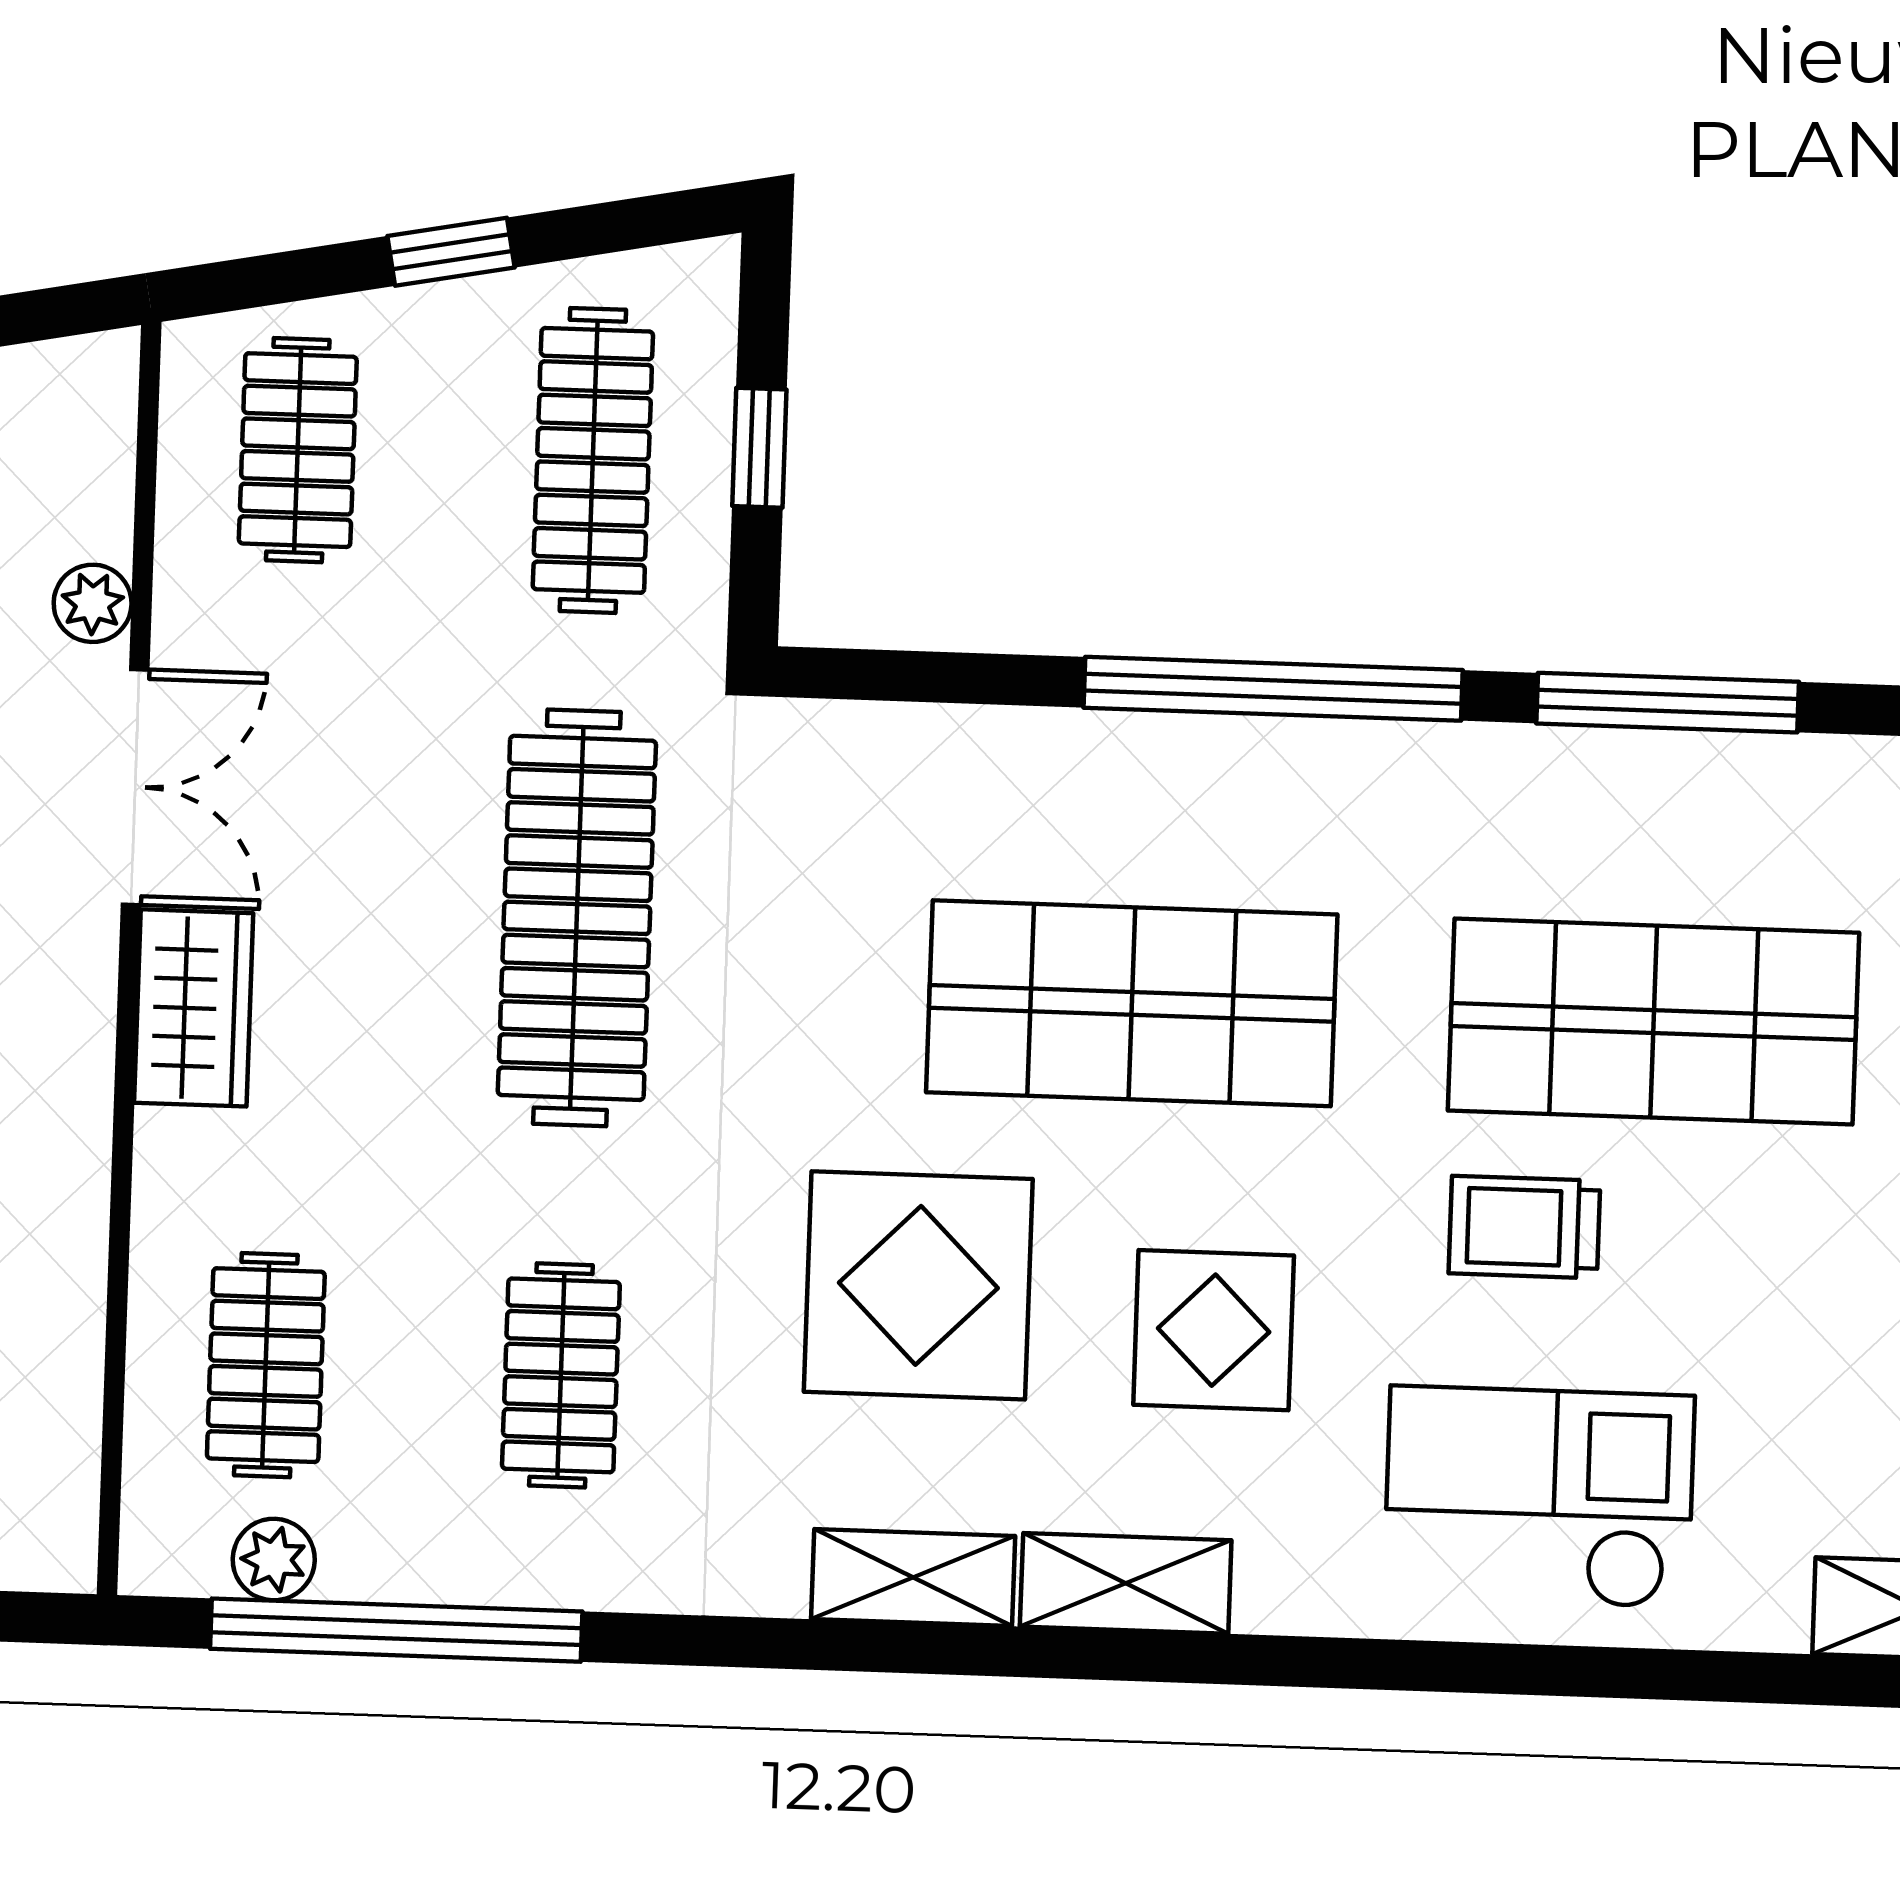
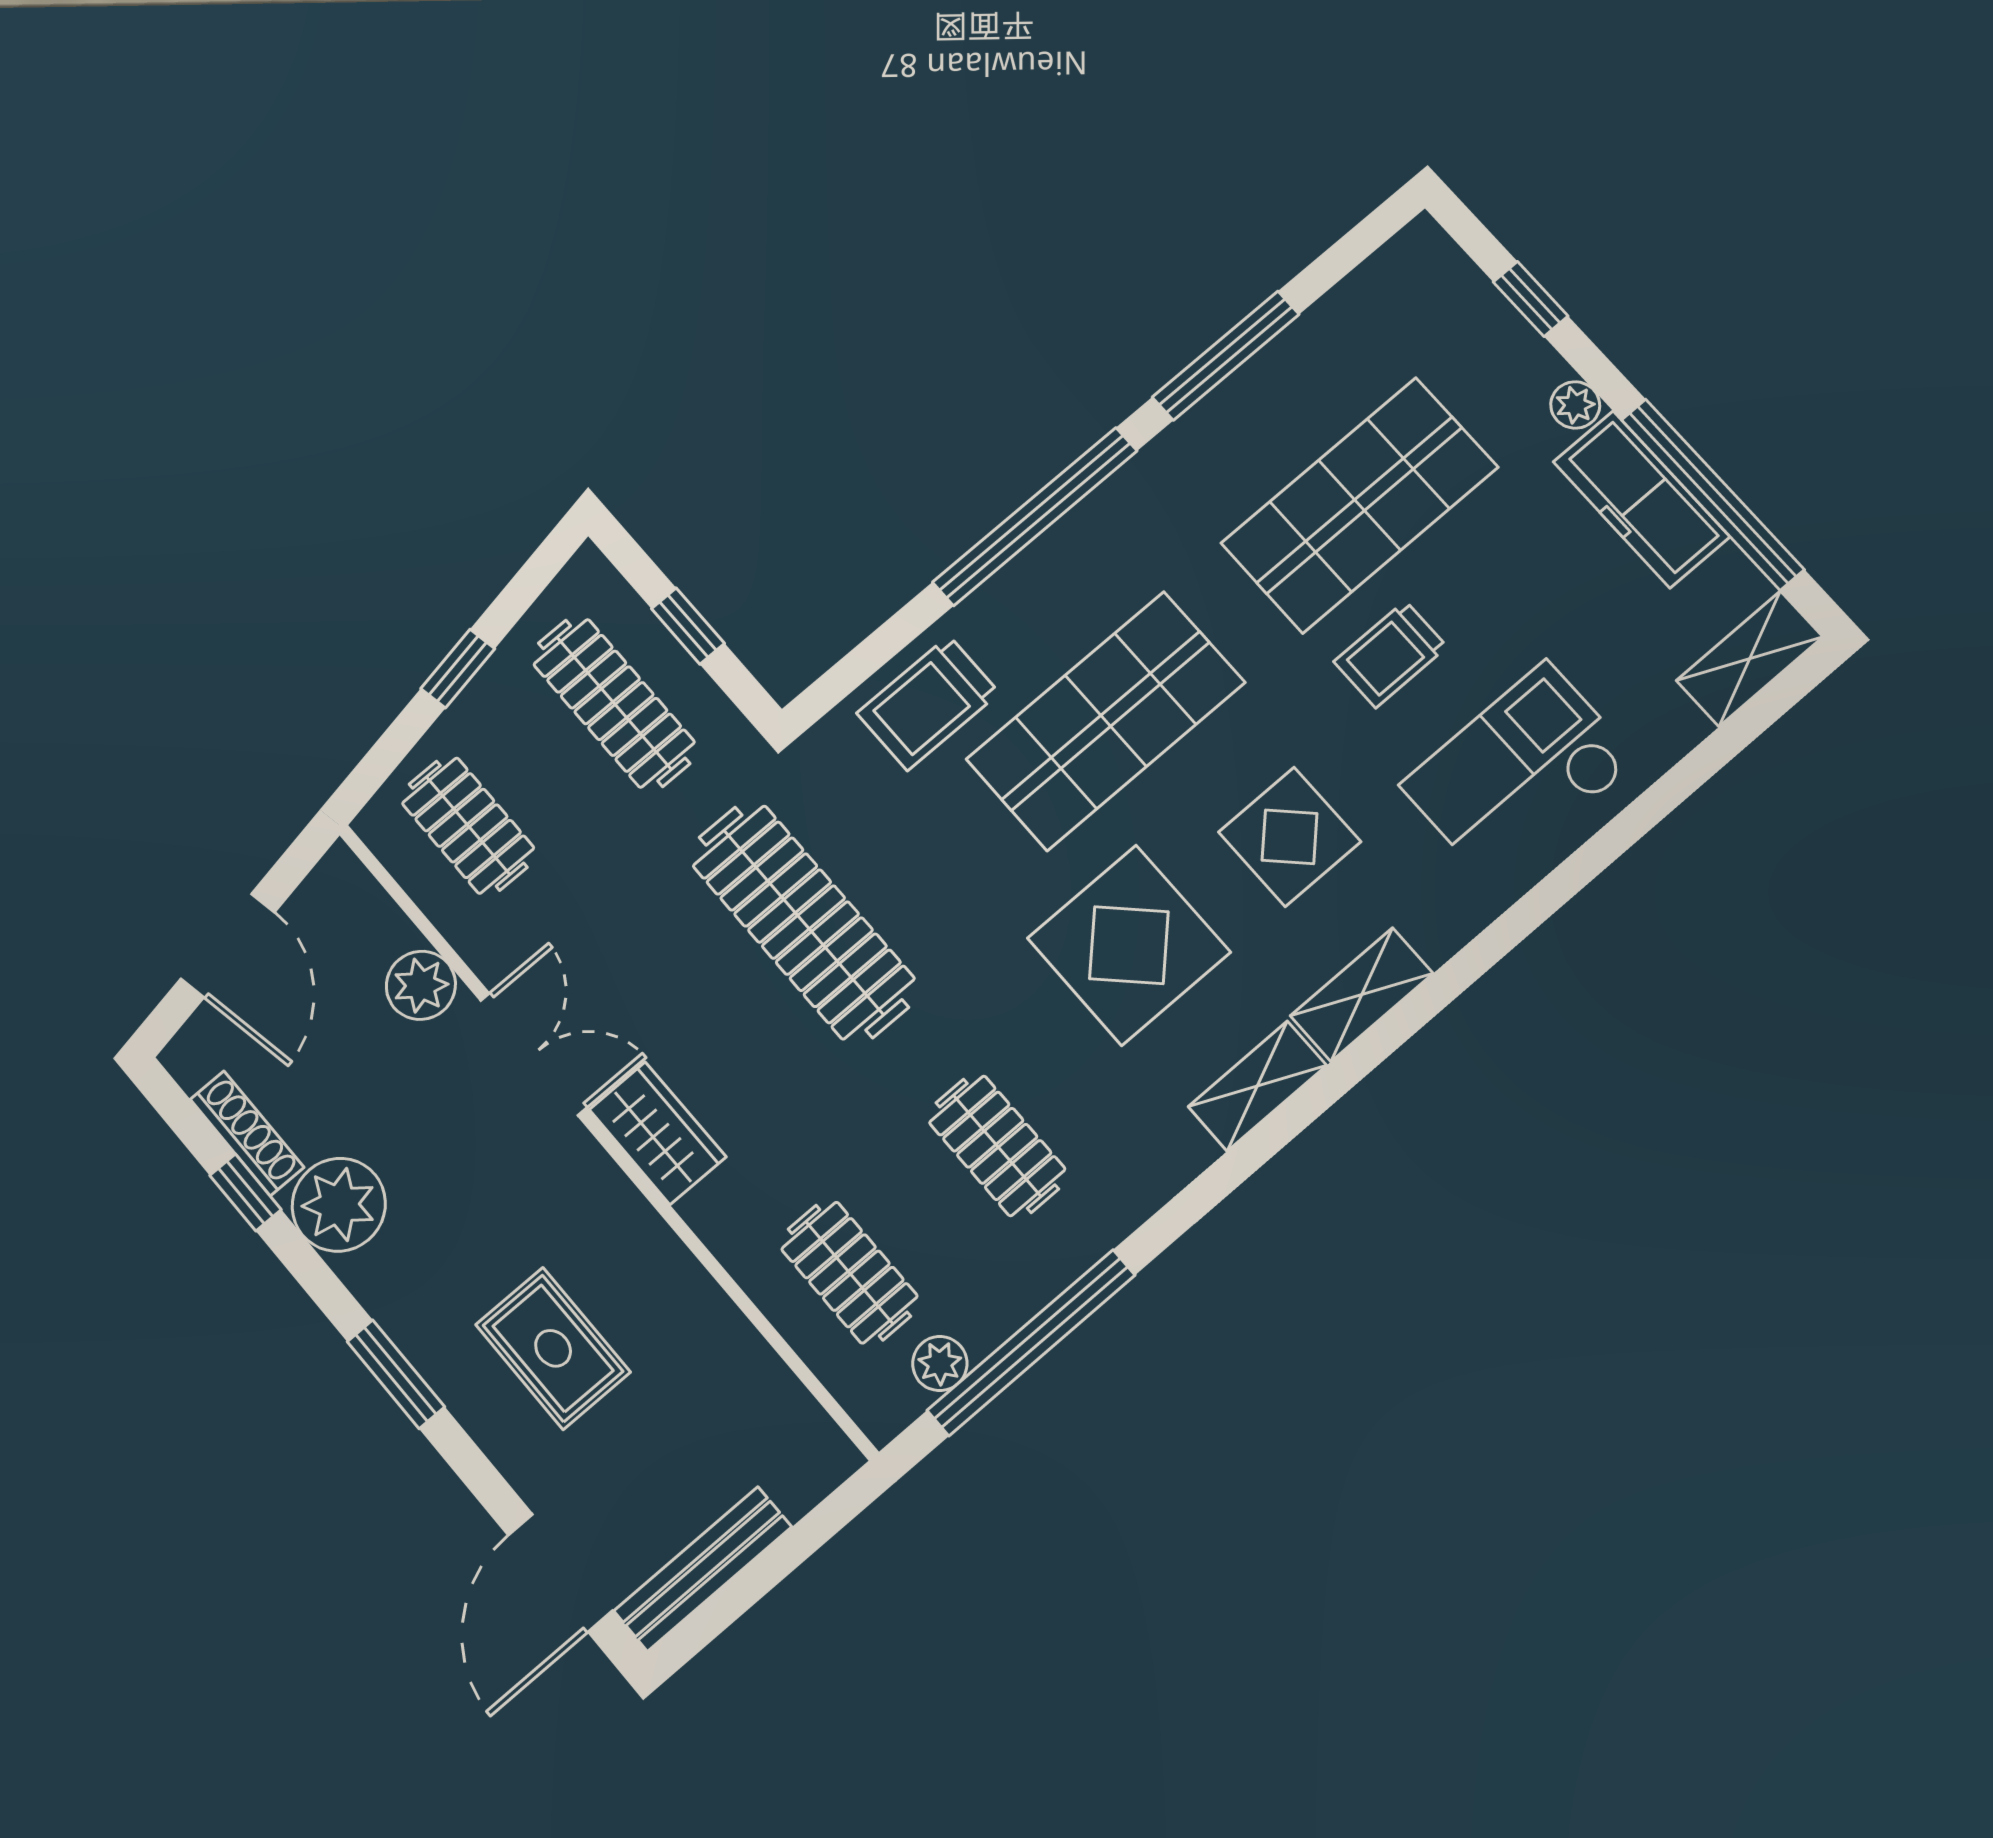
plant: (93, 603) -> (421, 985), width x1.38, depth x1.38
trolley: (950, 795) -> (928, 703), added

